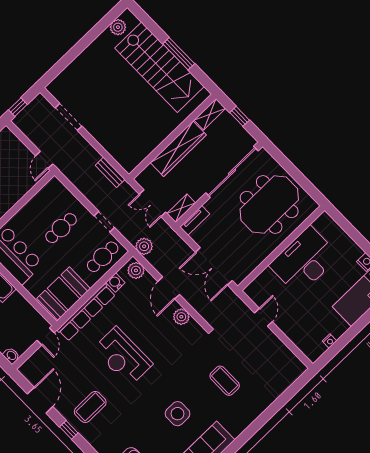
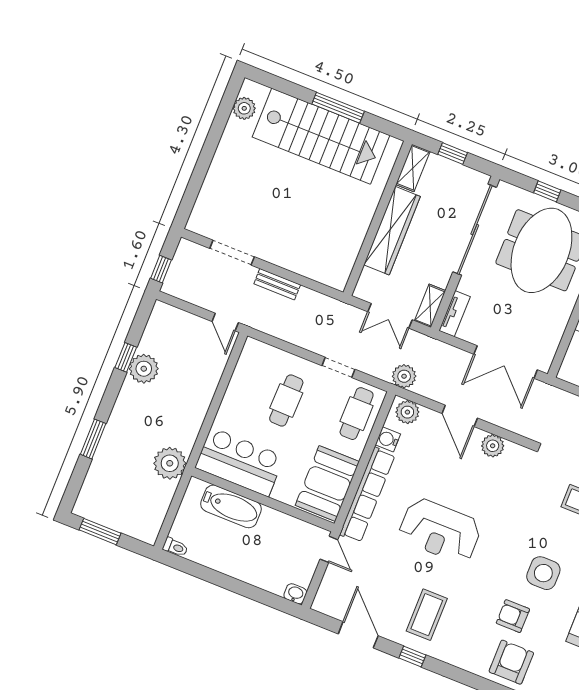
window: (290, 168) -> (547, 191), added
bench: (110, 172) -> (277, 284), moved
armchair: (145, 433) -> (513, 616), added

